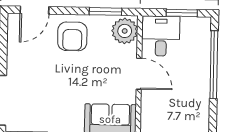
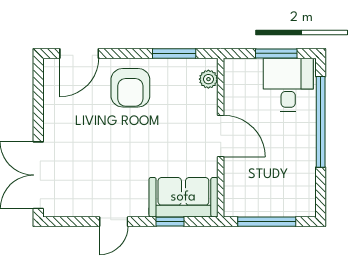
plant: (125, 31) -> (208, 79), width x0.53, depth x0.53
desk: (161, 36) -> (288, 85), moved

